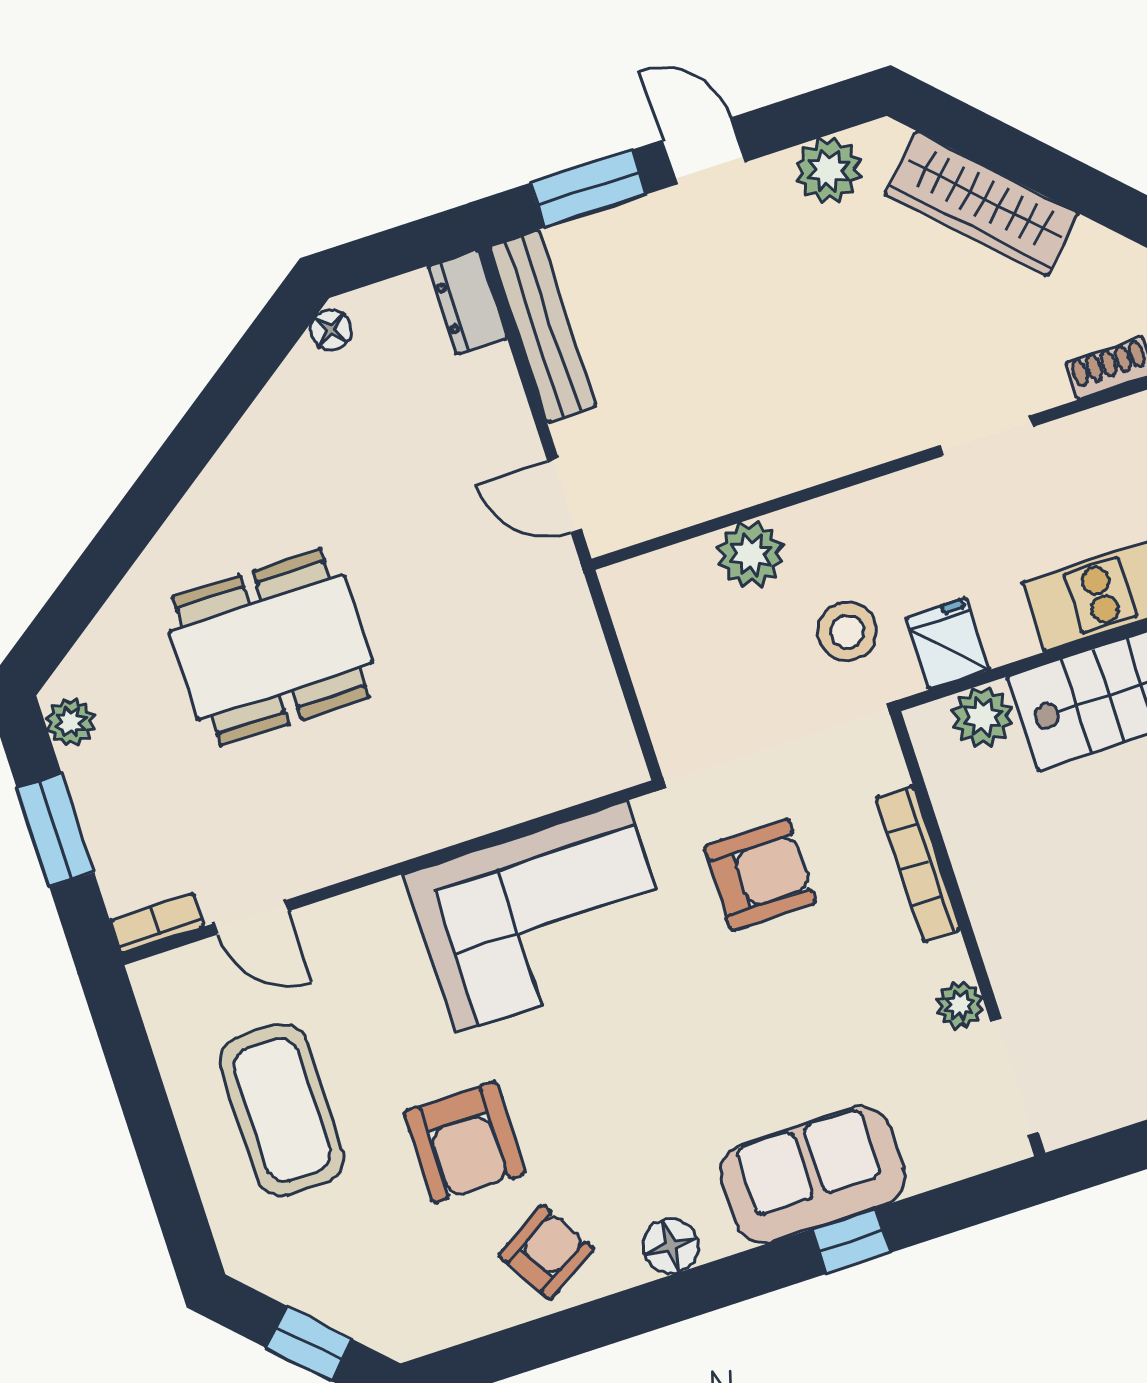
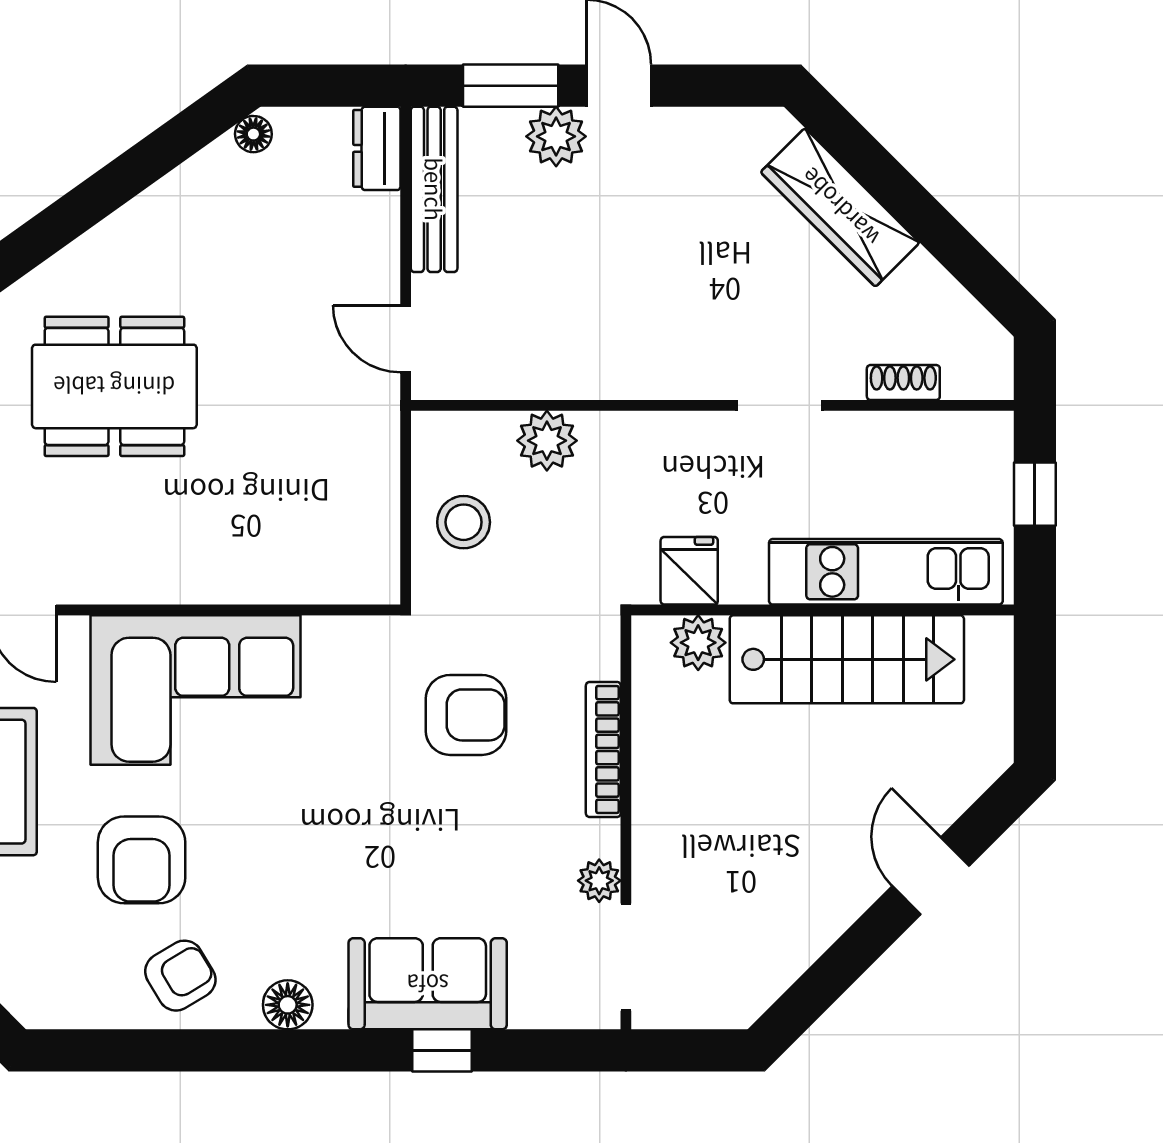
plant: (828, 170) -> (556, 136), moved
stool: (847, 631) -> (464, 522), moved
corner sofa: (542, 917) -> (195, 690), moved

